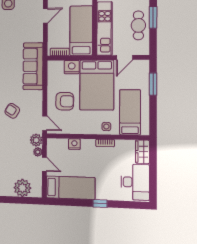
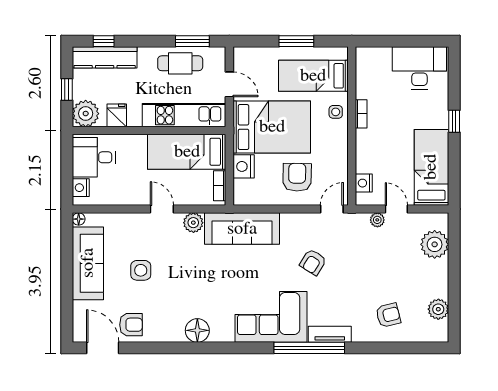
window: (153, 17) -> (192, 41), moved
window: (153, 84) -> (296, 41), moved
plant: (36, 140) -> (193, 223), moved
nightstand: (74, 144) -> (364, 183), moved
wardrobe: (142, 152) -> (373, 57), removed
door: (44, 164) -> (396, 209), hinge flipped

